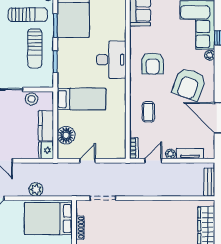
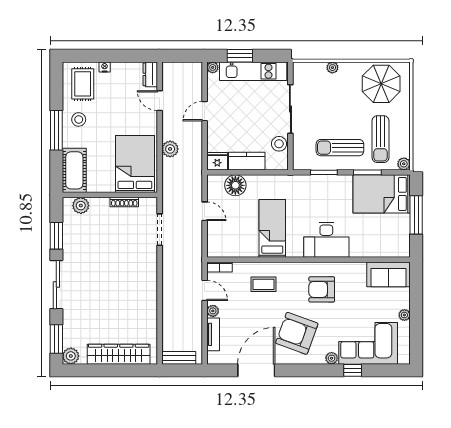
bed: (81, 99) -> (272, 228), moved, turned 180

